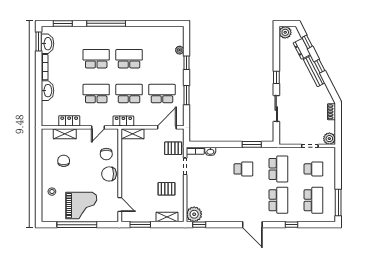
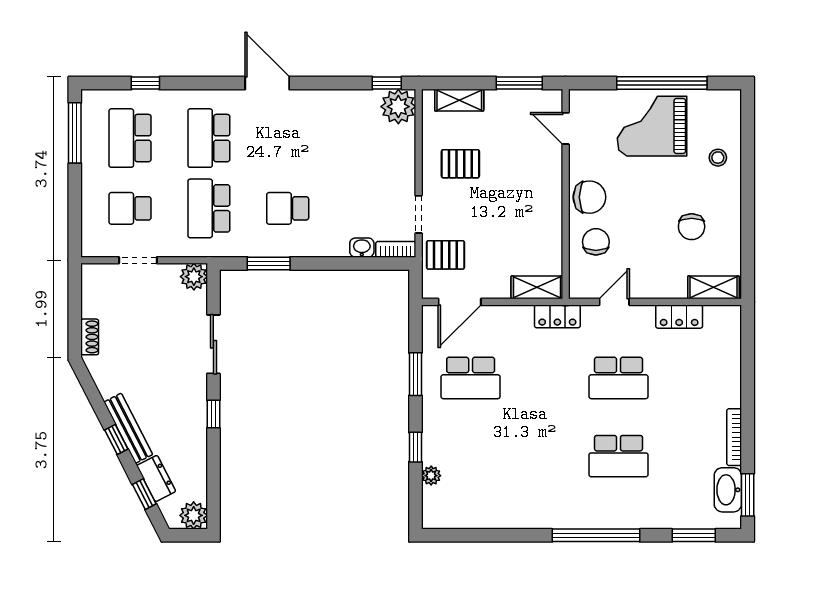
school desk: (129, 59) -> (545, 456), removed
washbasin: (47, 91) -> (728, 384), removed
school desk: (129, 94) -> (545, 378), removed
shelving: (65, 134) -> (713, 287), moved
plant: (329, 139) -> (194, 277), moved
window: (292, 225) -> (145, 83), moved

